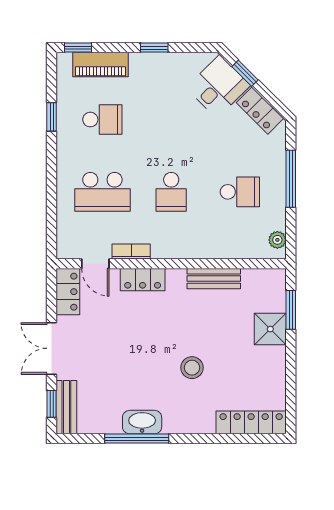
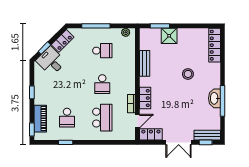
school desk: (102, 120) -> (67, 118), turned 180
school desk: (171, 192) -> (102, 84), turned 90
school desk: (240, 192) -> (102, 51), turned 90

